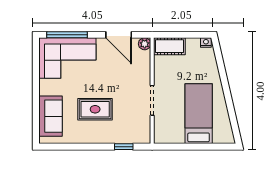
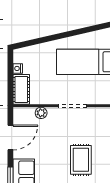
nightstand: (206, 43) -> (18, 68), moved
plant: (145, 44) -> (41, 113), moved

